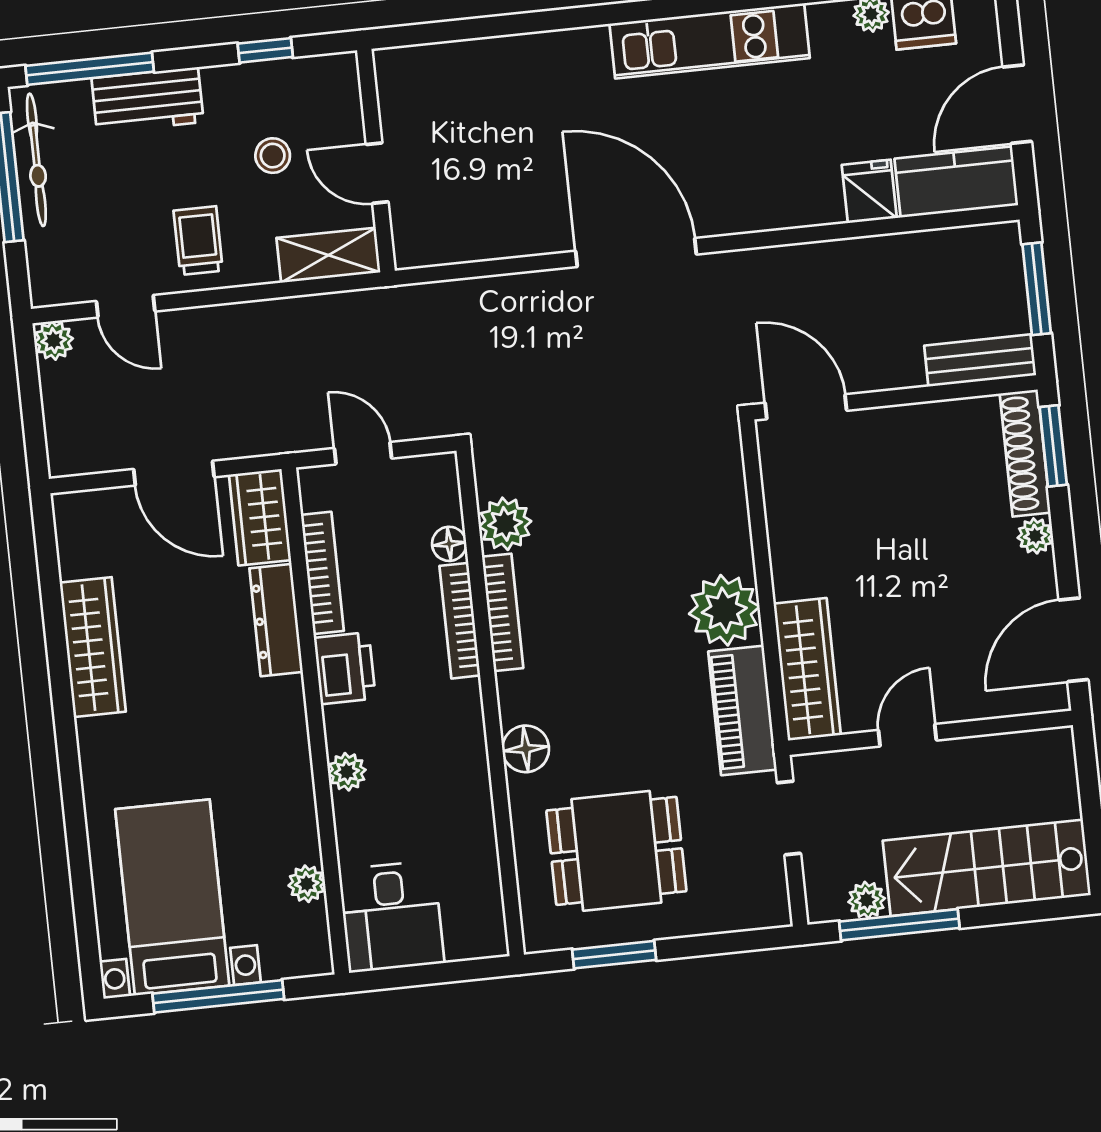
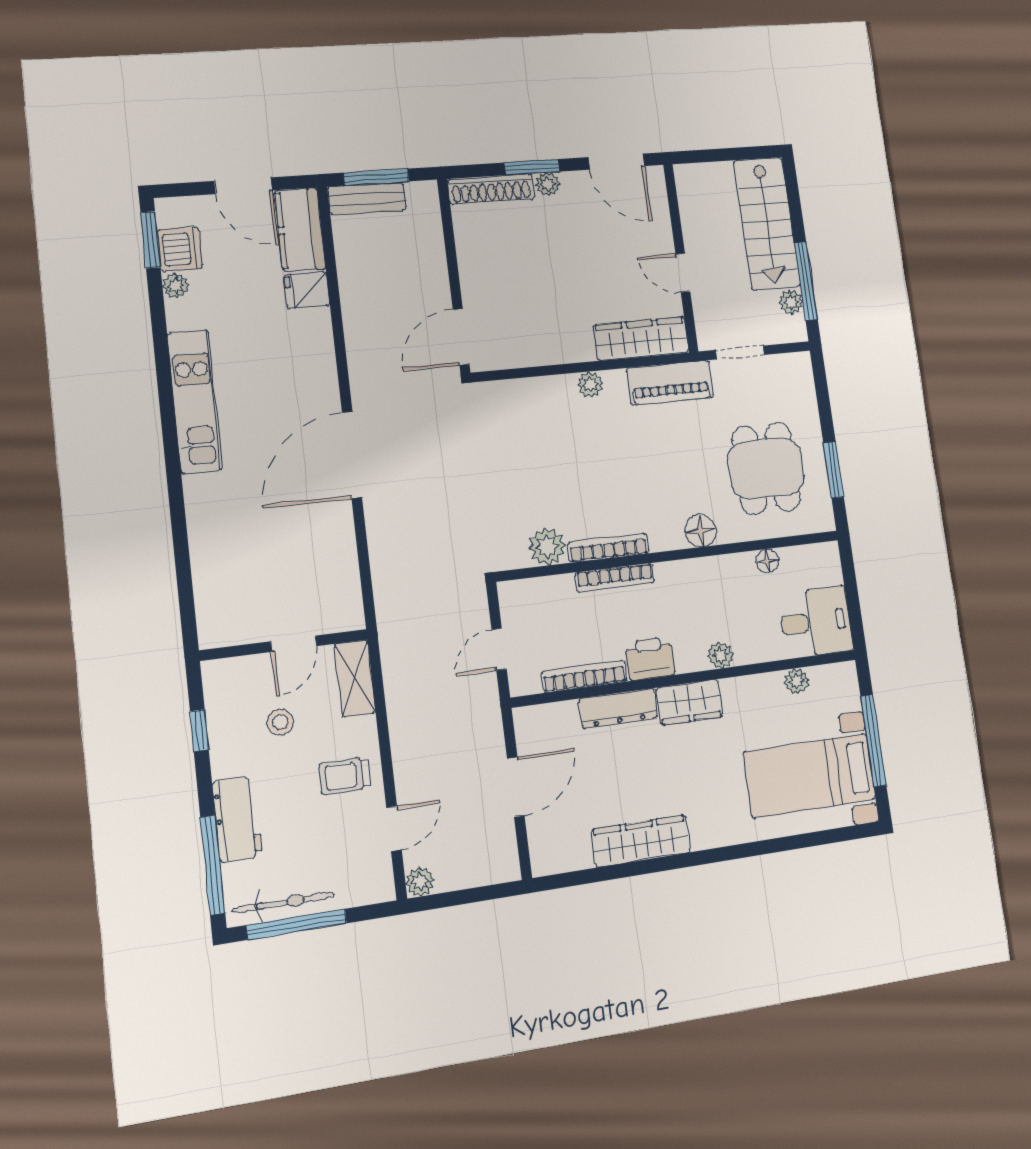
bench: (980, 360) -> (367, 198), moved, turned 90
window: (1053, 446) -> (532, 167), moved
wardrobe: (260, 517) -> (690, 702), moved
floor lamp: (449, 544) -> (767, 561), moved
plant: (724, 610) -> (590, 384), width x0.53, depth x0.53

